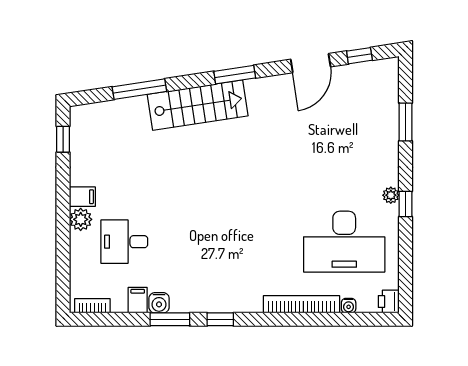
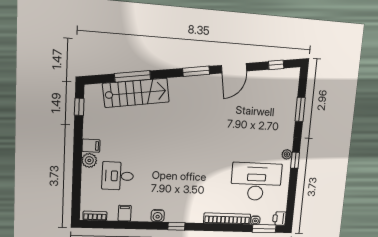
door: (311, 63) -> (234, 68), moved
stairs: (198, 105) -> (136, 93), moved
desk: (344, 242) -> (256, 182), turned 180
water cooler: (159, 303) -> (158, 216), moved
window: (170, 319) -> (264, 229), moved

